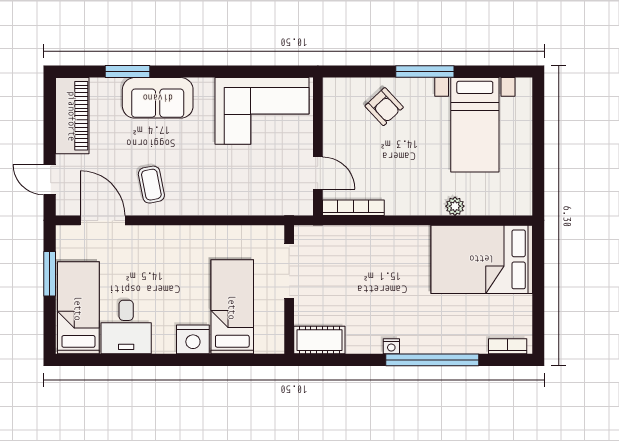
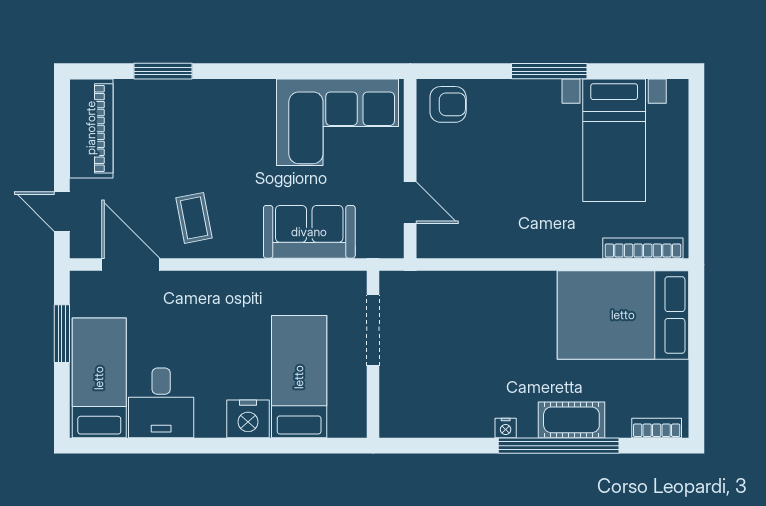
sofa: (158, 98) -> (309, 232), moved, turned 180
armchair: (384, 107) -> (448, 104), moved, turned -47
plant: (455, 206) -> (588, 246), removed
bookcase: (353, 208) -> (643, 248), moved
cot: (319, 340) -> (571, 420), moved

